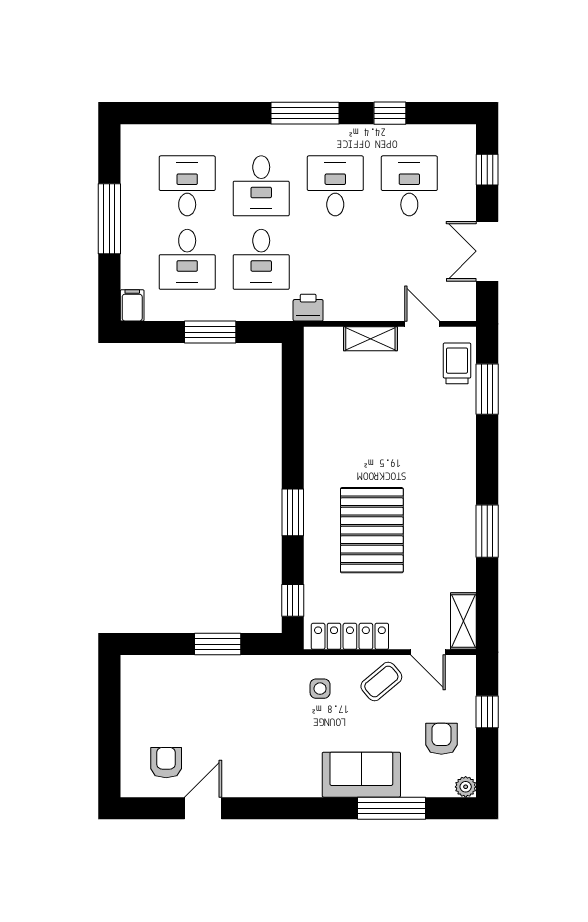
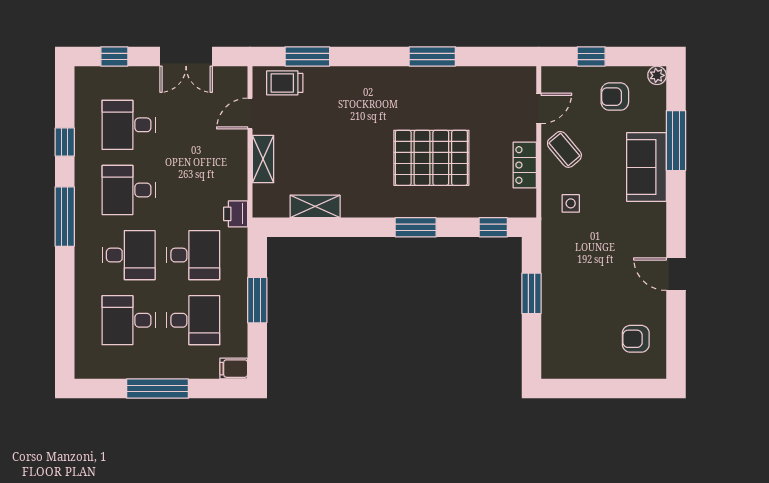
shelving: (463, 621) -> (315, 206), moved
locker: (350, 636) -> (525, 165), width x0.66
door: (203, 808) -> (676, 274), moved

